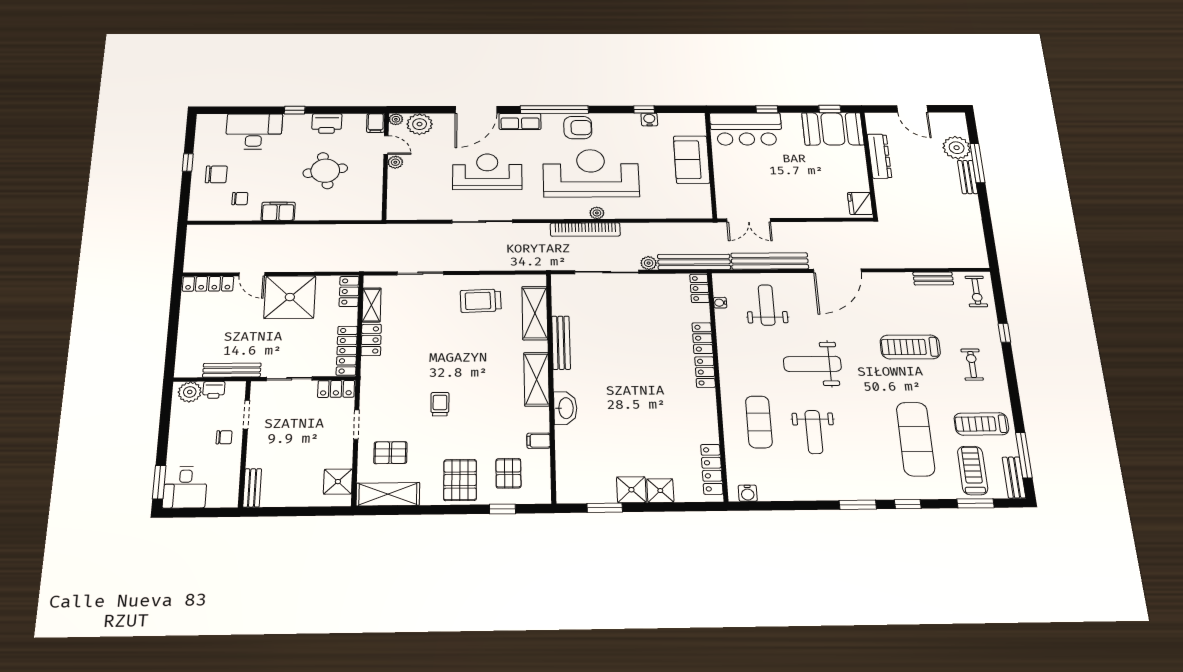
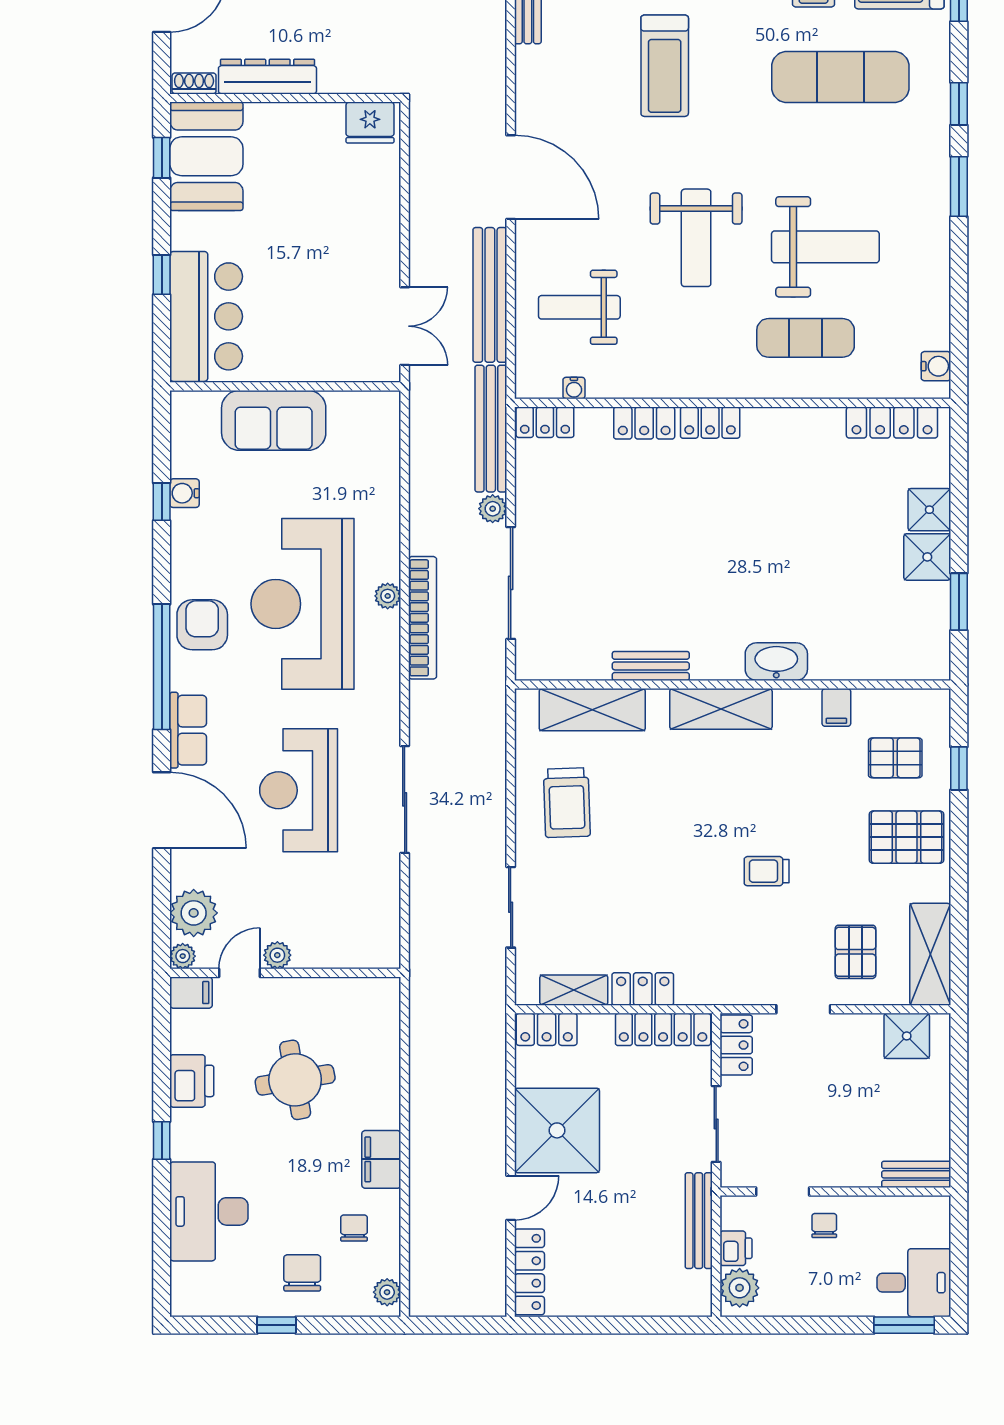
shoe rack: (872, 123) -> (194, 83), added
plant: (202, 214) -> (387, 1292), added
bench: (561, 343) -> (651, 666), width x0.73
weight bench: (814, 432) -> (825, 247), width x1.36, depth x1.33

